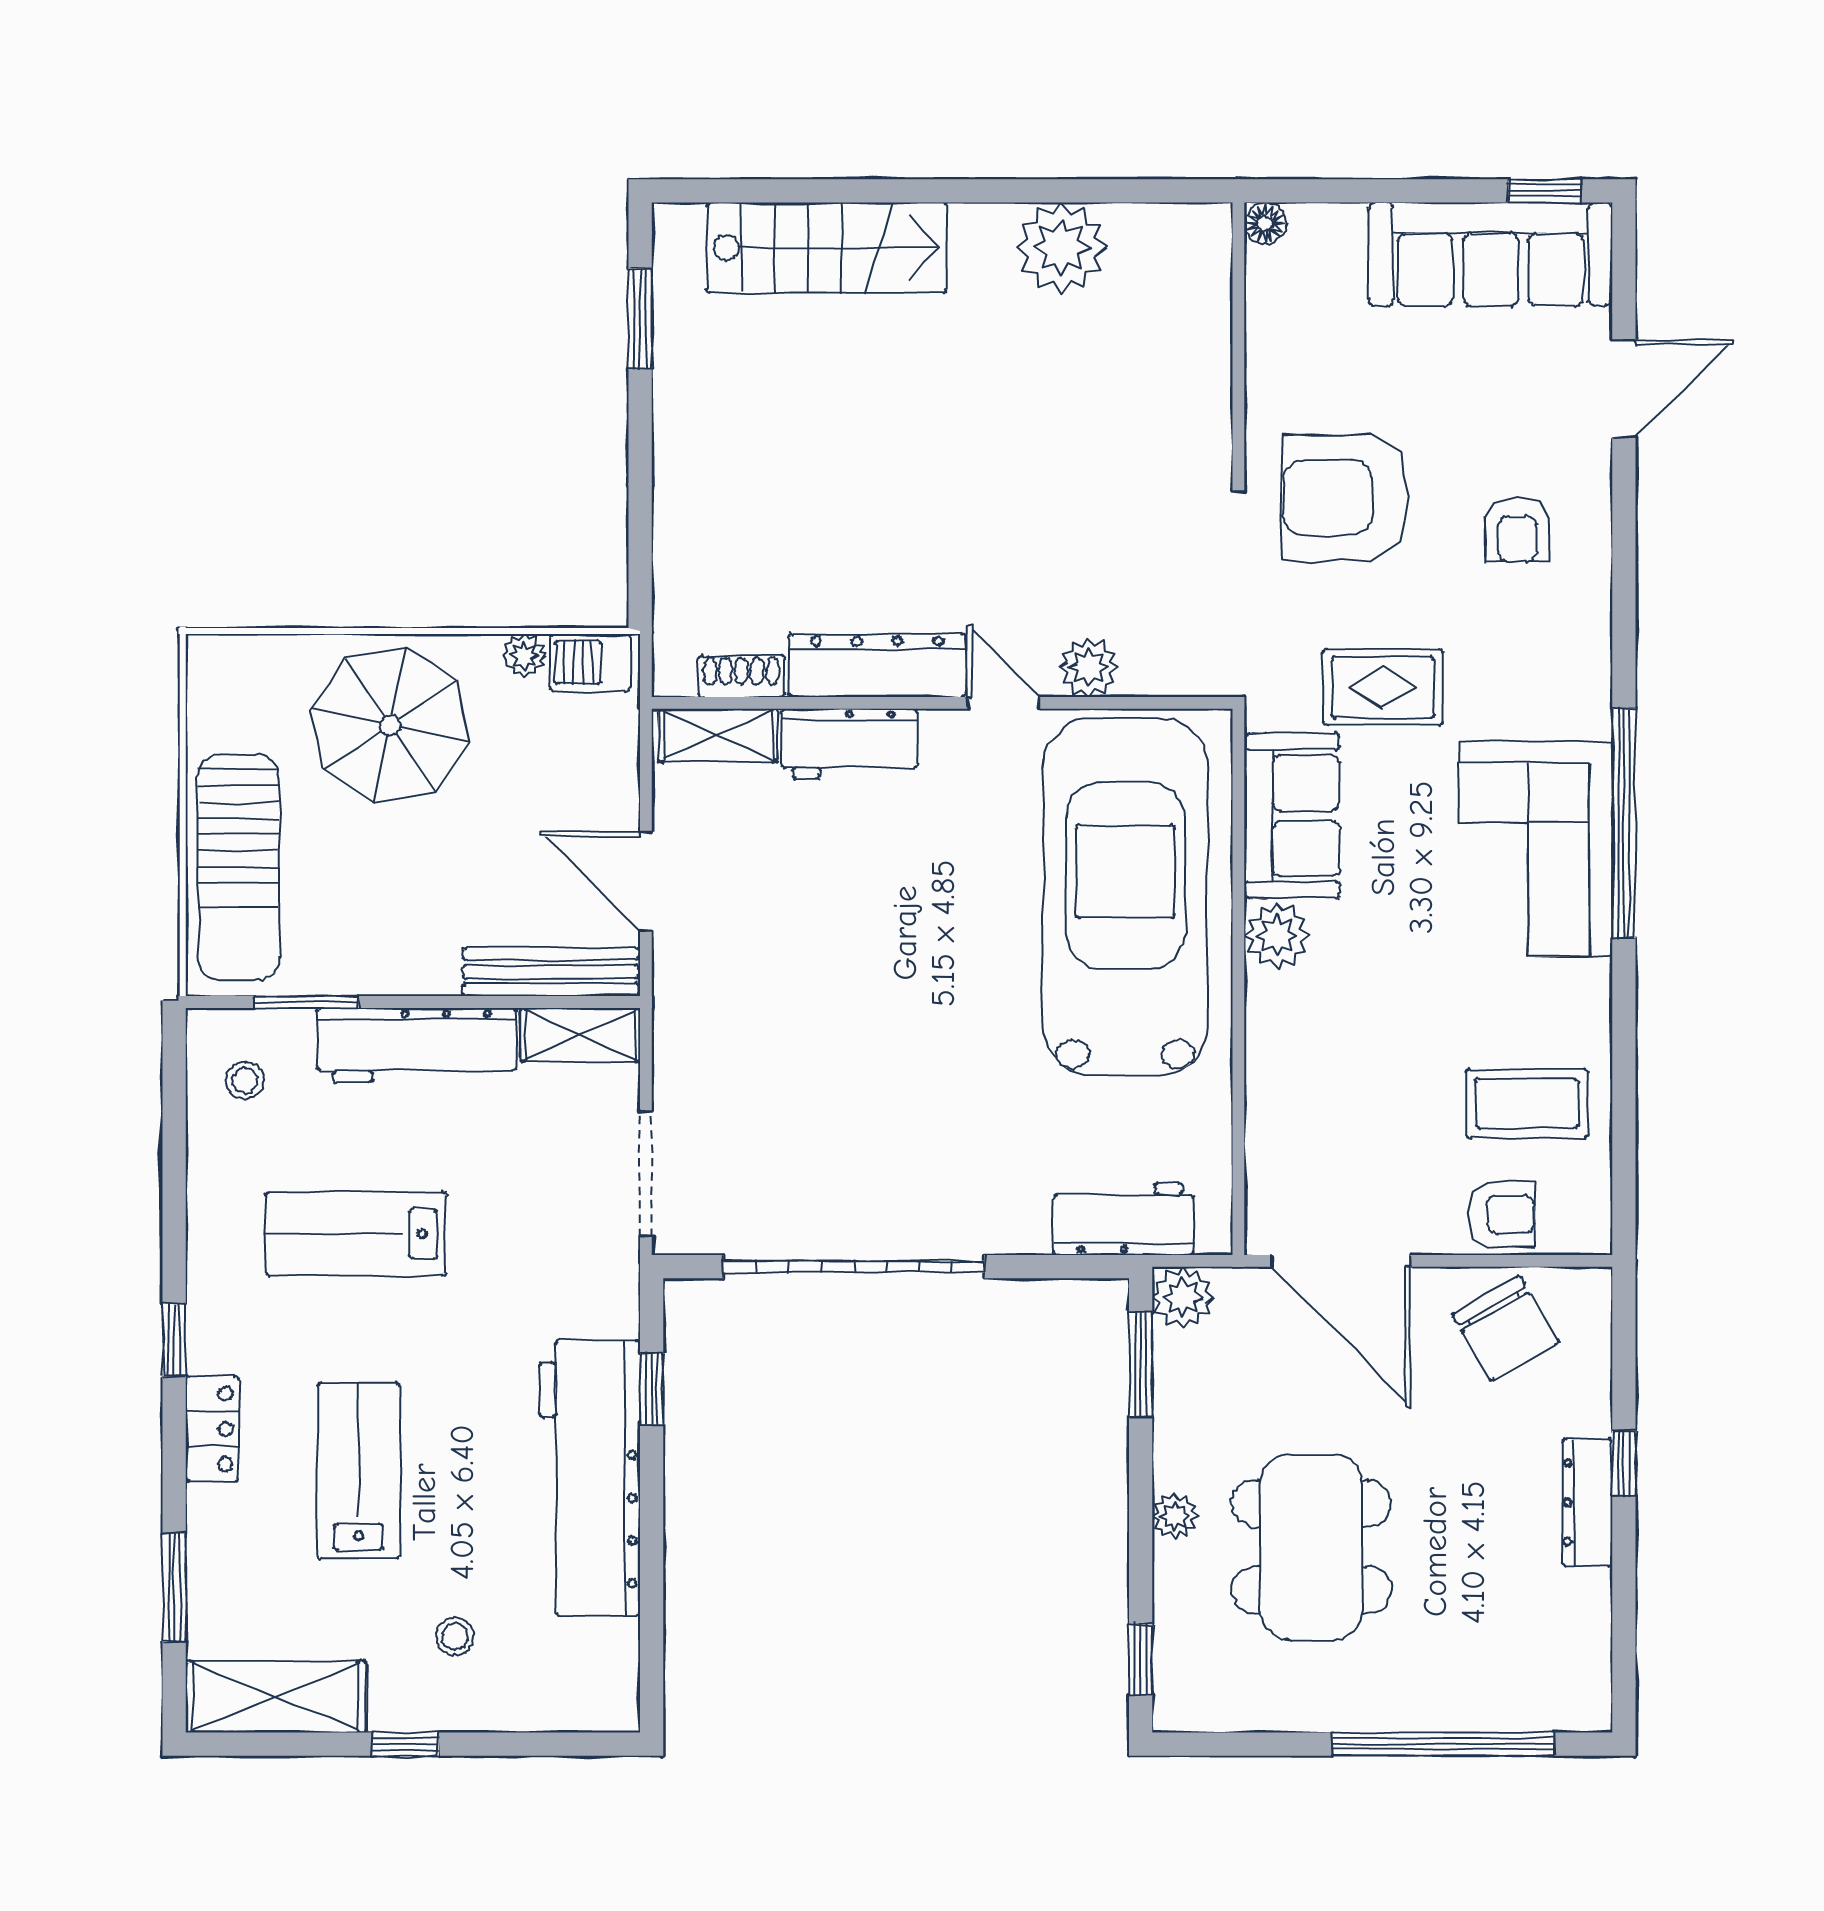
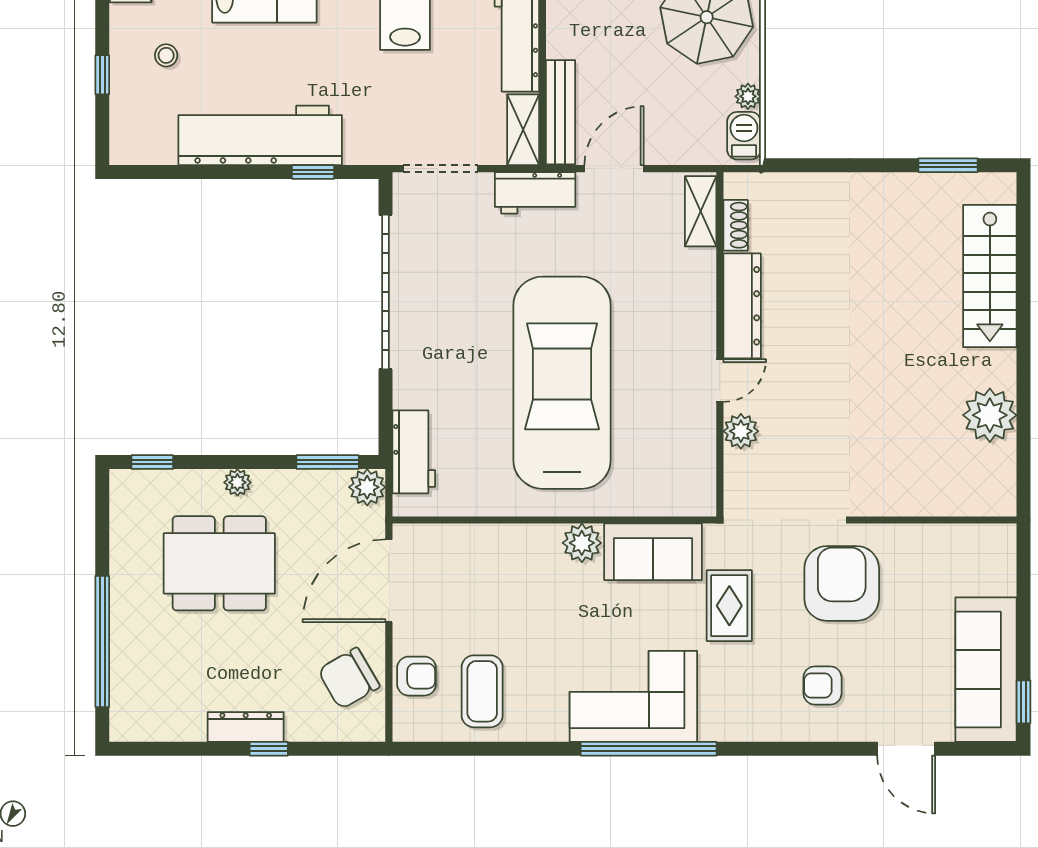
floor lamp: (1265, 223) -> (1004, 536), removed
workbench: (850, 744) -> (535, 193), moved, turned -90
car: (1125, 897) -> (562, 383), moved, turned -90
armchair: (1501, 1214) -> (417, 676), turned -90
window: (405, 1744) -> (102, 75), moved

